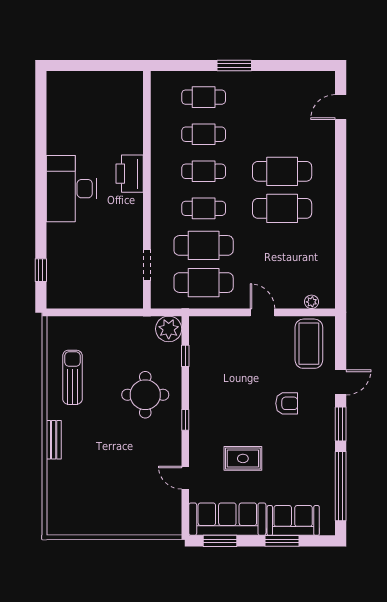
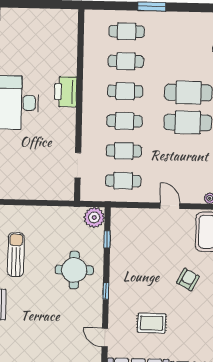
cafe table: (204, 245) -> (124, 151), width x0.73, depth x0.74
cafe table: (204, 283) -> (123, 181), width x0.73, depth x0.74
armchair: (287, 403) -> (188, 279), turned -62

